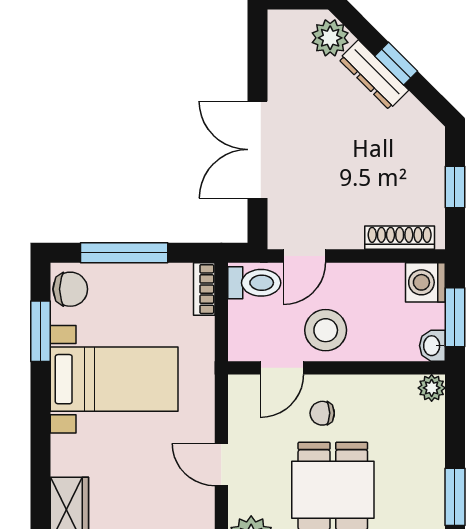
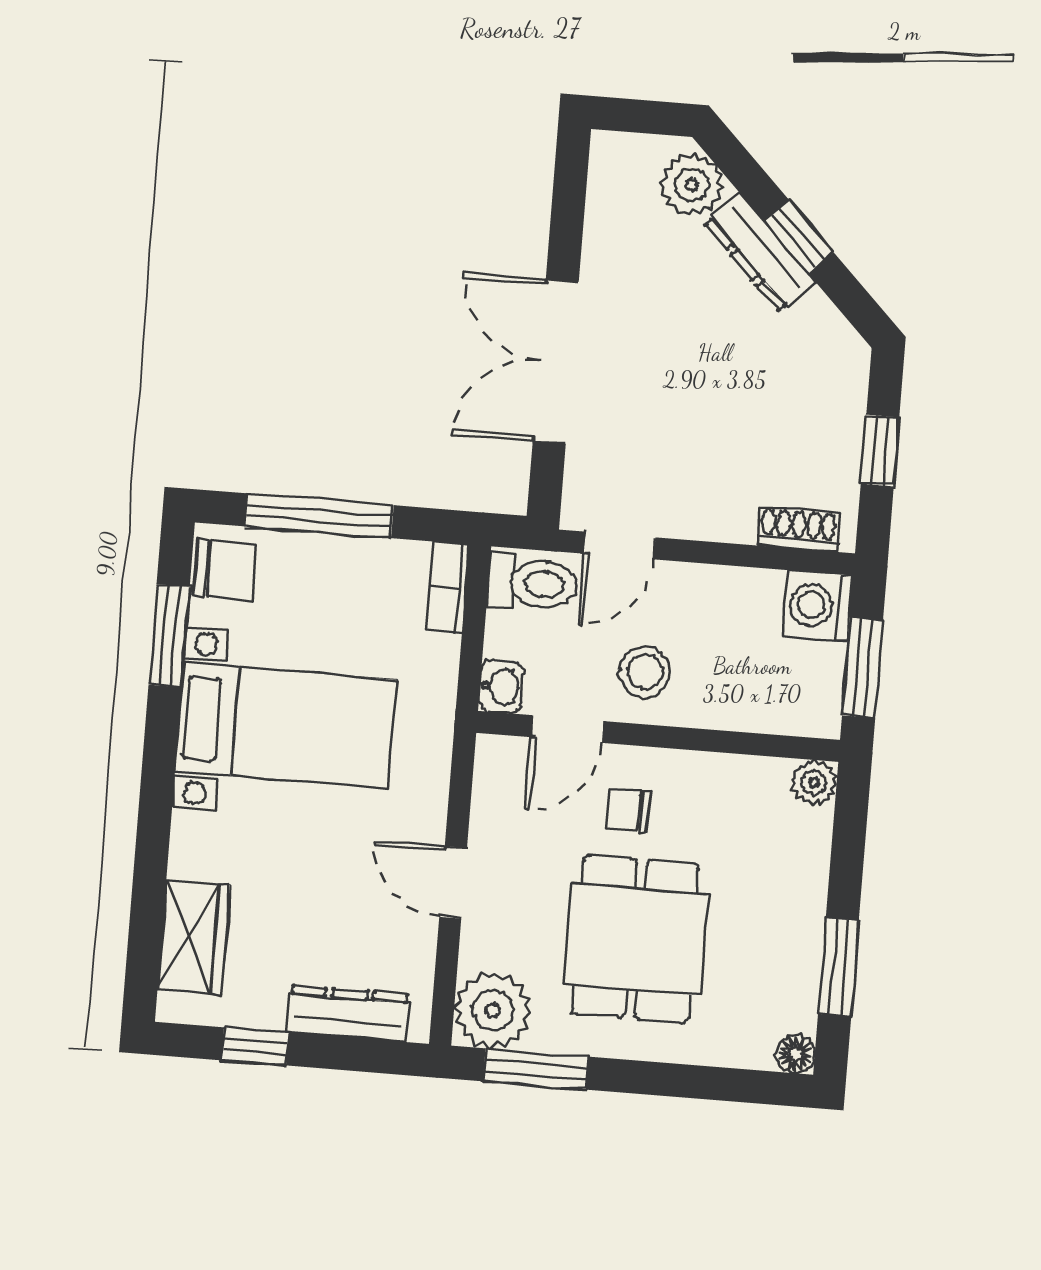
shoe rack: (400, 238) -> (798, 529), width x0.70
stool: (326, 330) -> (645, 672), width x0.73, depth x0.73
washbasin: (432, 346) -> (501, 686), moved, turned 180

